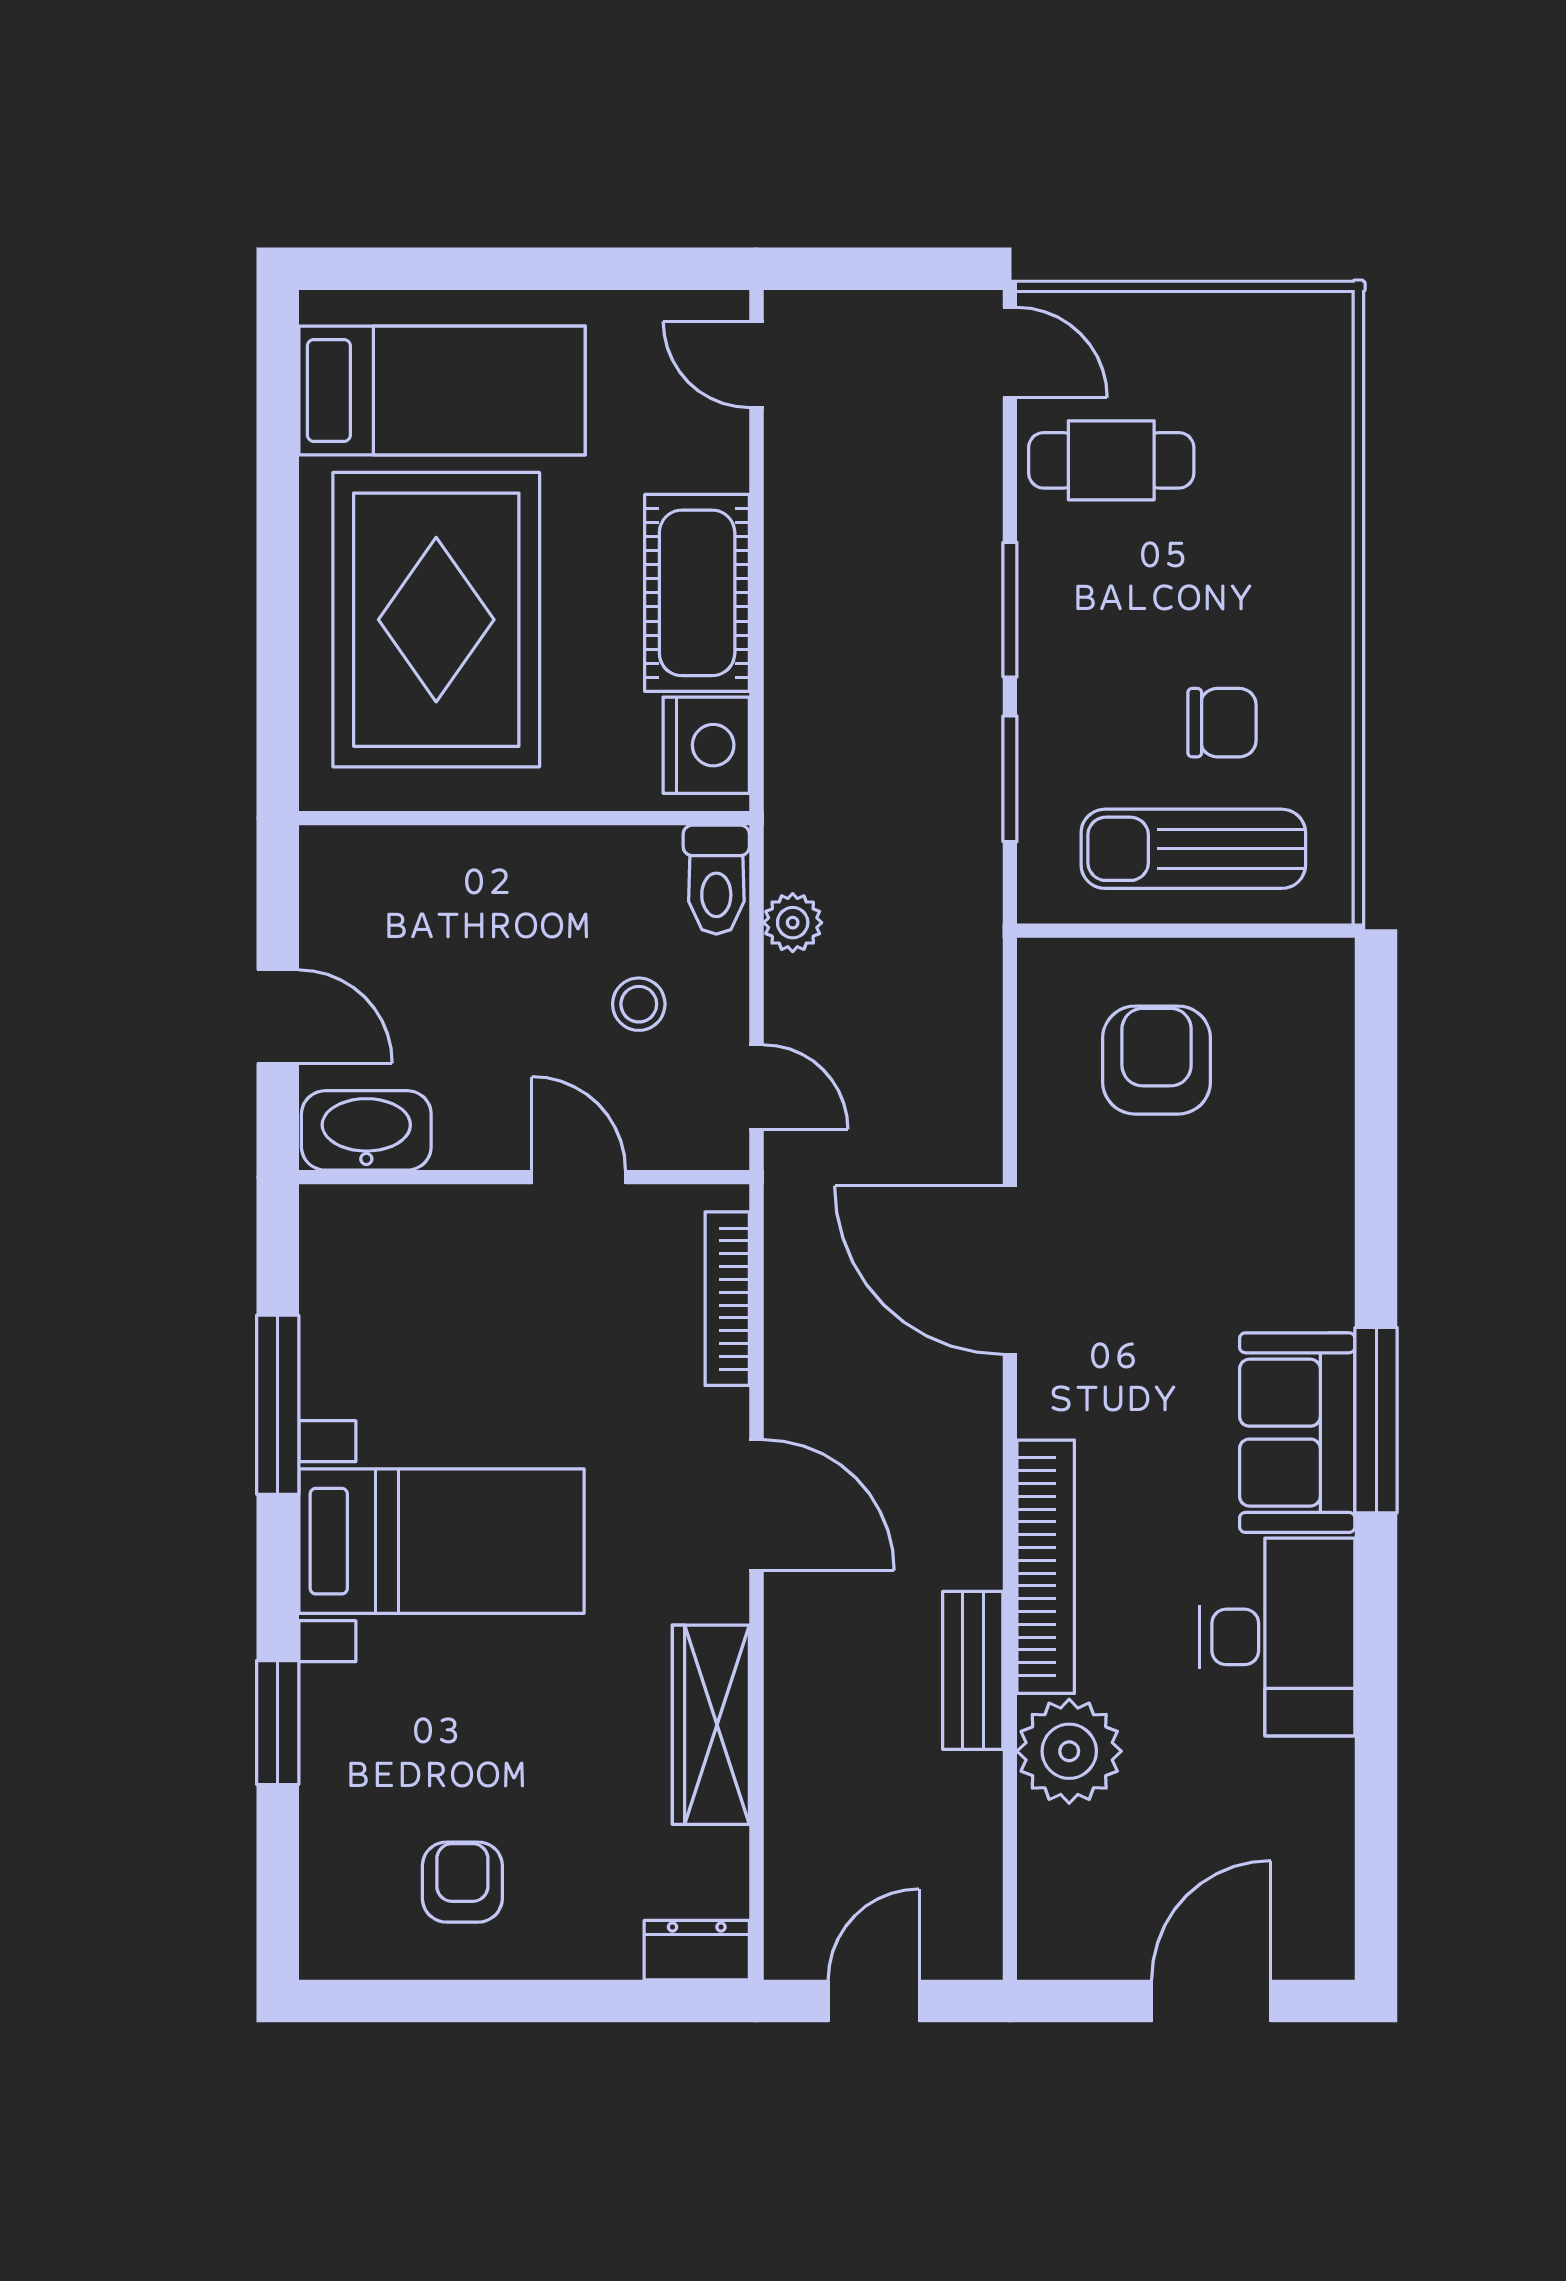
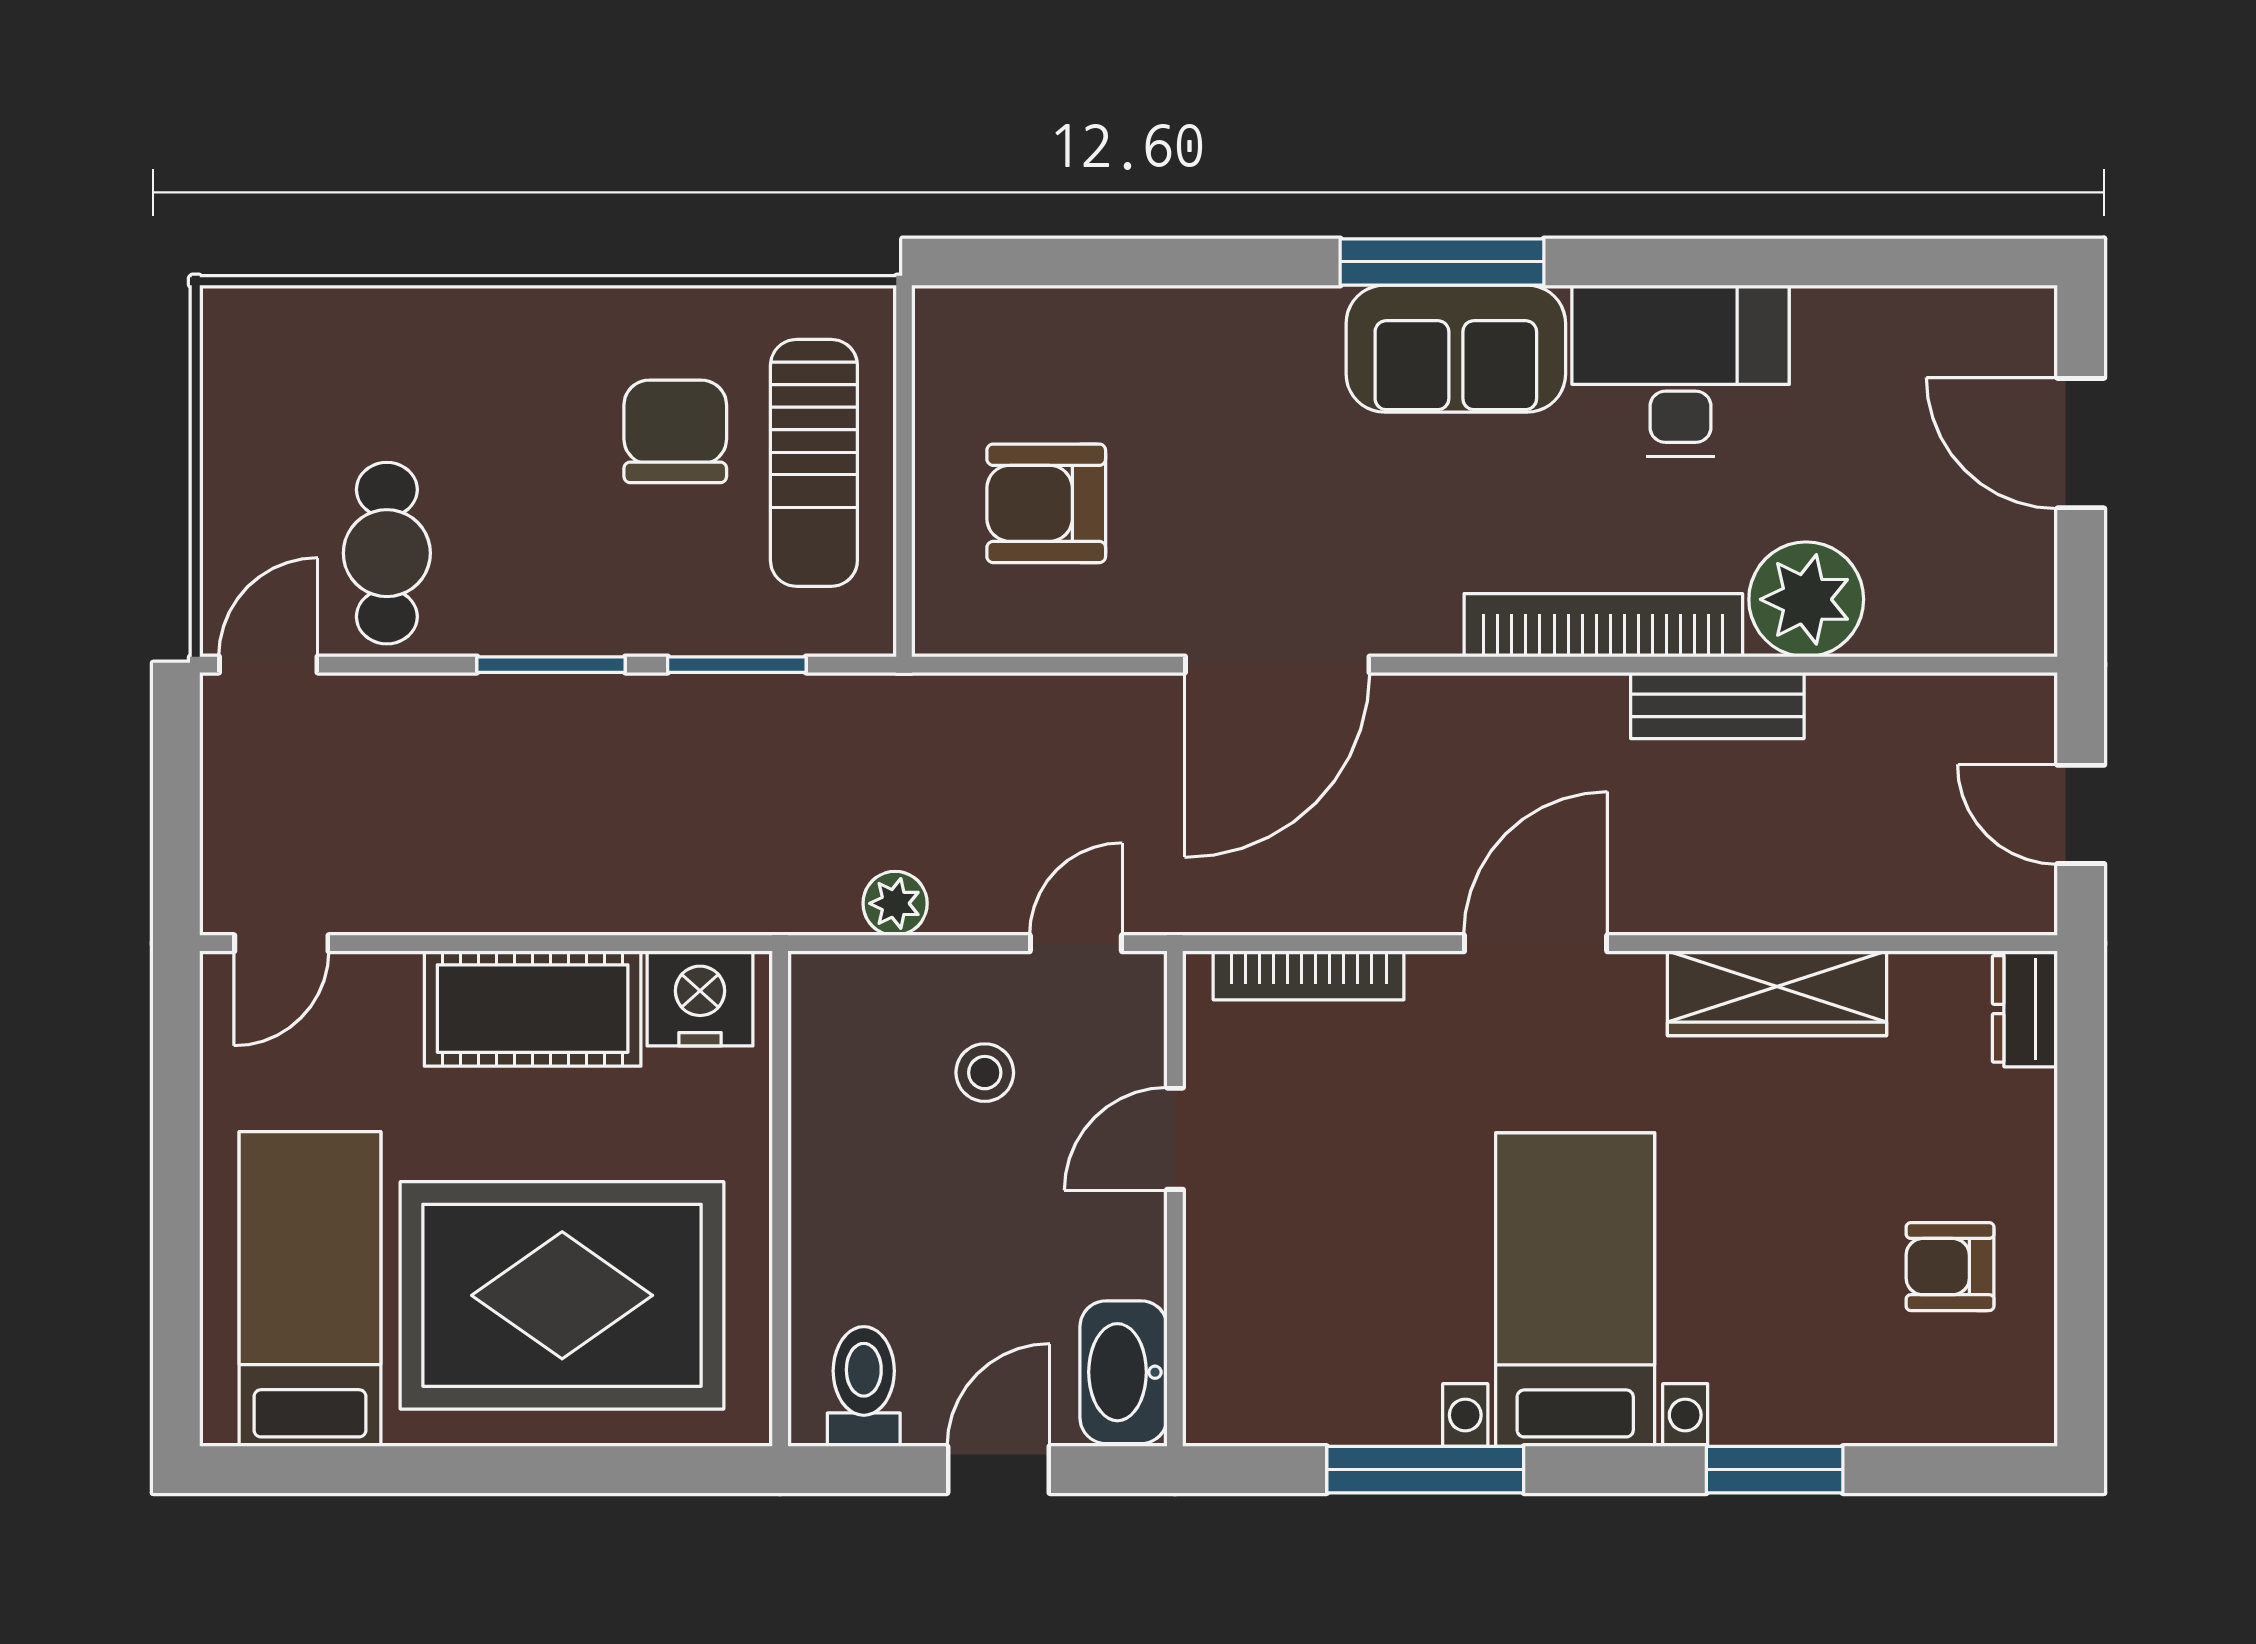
chair: (1222, 723) -> (675, 431), width x1.37, depth x1.37
toilet: (716, 880) -> (864, 1387), moved, turned -90

